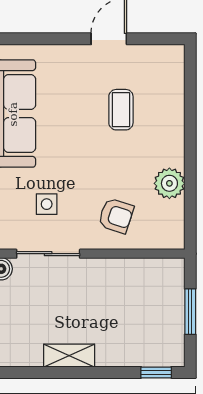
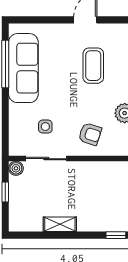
coffee table: (121, 110) -> (93, 66), width x1.36, depth x1.30

